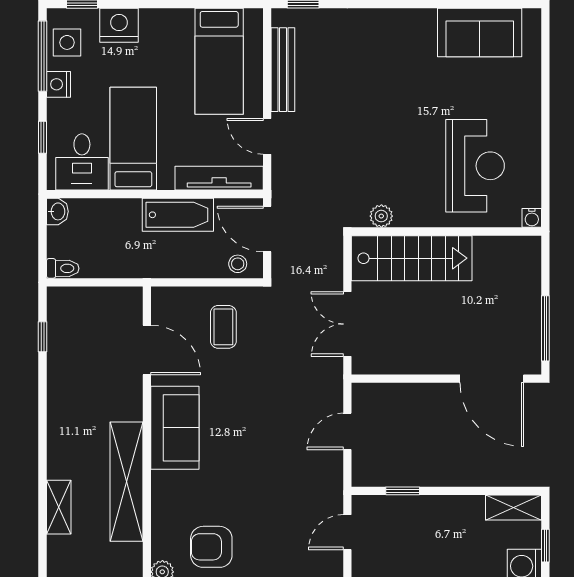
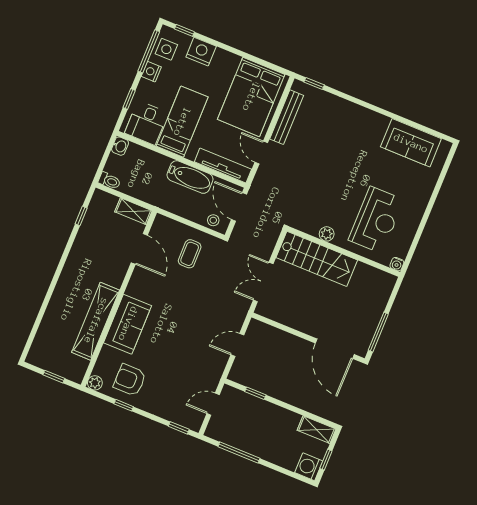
bed: (219, 61) -> (251, 97), width x1.50
plant: (381, 216) -> (327, 234), moved
sofa: (175, 428) -> (128, 324), moved
shelving: (59, 507) -> (133, 211), moved, turned 90

